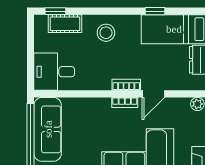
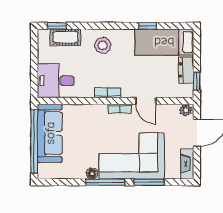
bookcase: (126, 85) -> (108, 93), moved
door: (153, 94) -> (146, 101), hinge flipped

